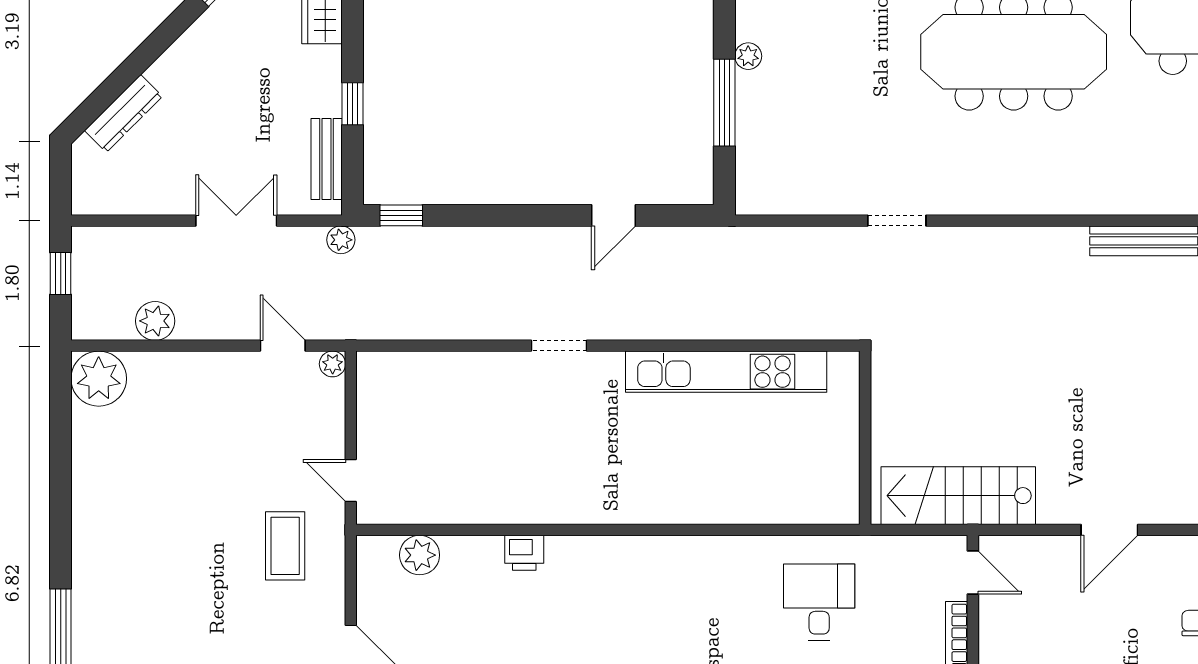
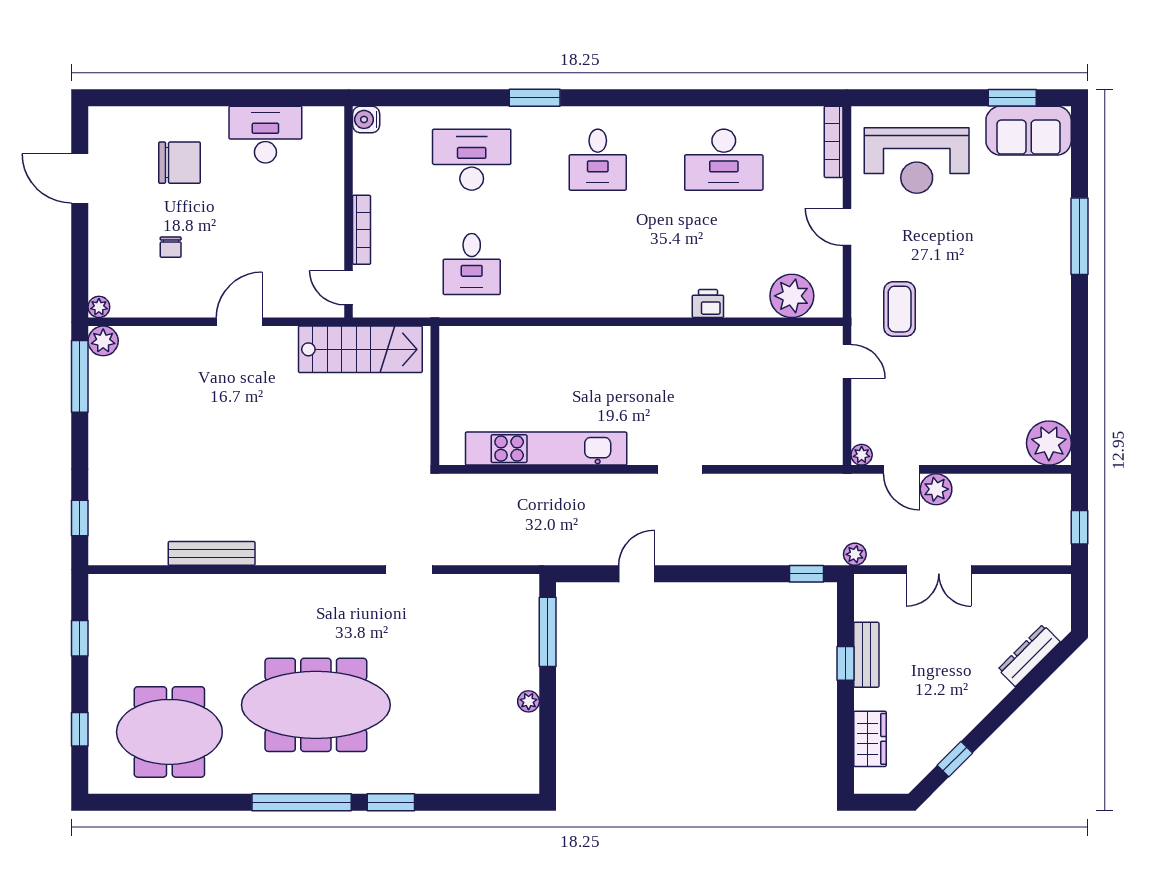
window: (724, 103) -> (548, 632), moved
bench: (327, 159) -> (866, 655), moved
plant: (155, 321) -> (936, 489), moved
plant: (420, 555) -> (792, 296), width x1.36, depth x1.36

